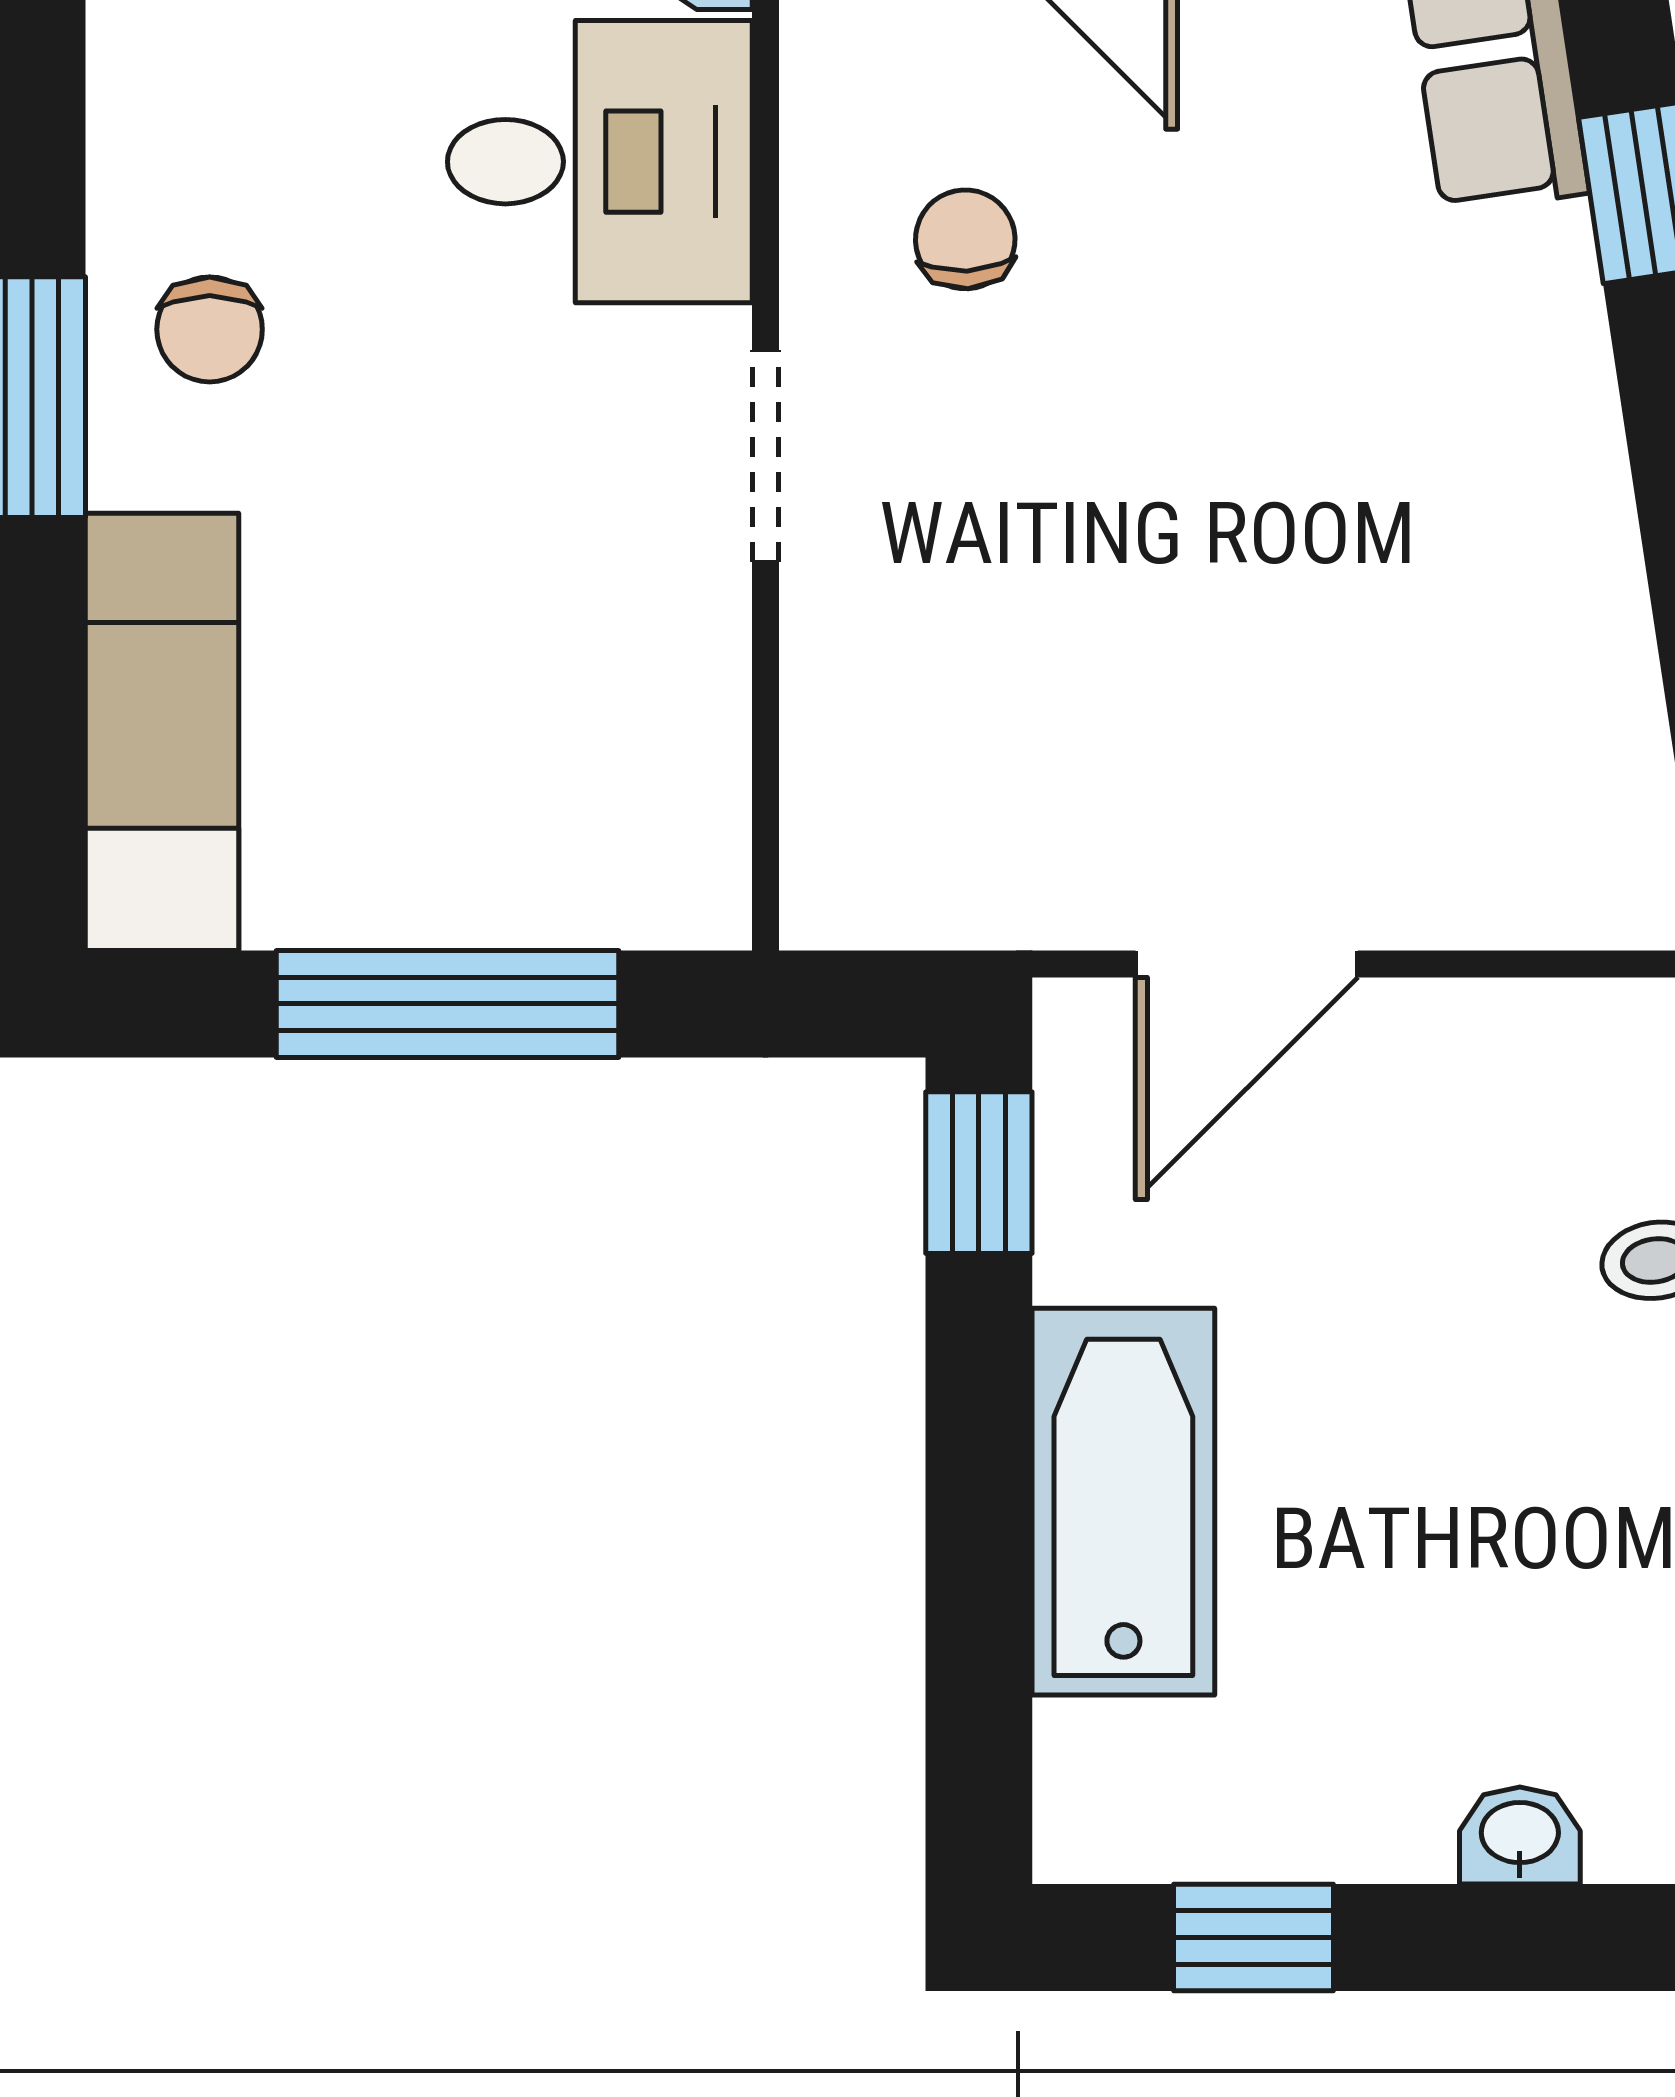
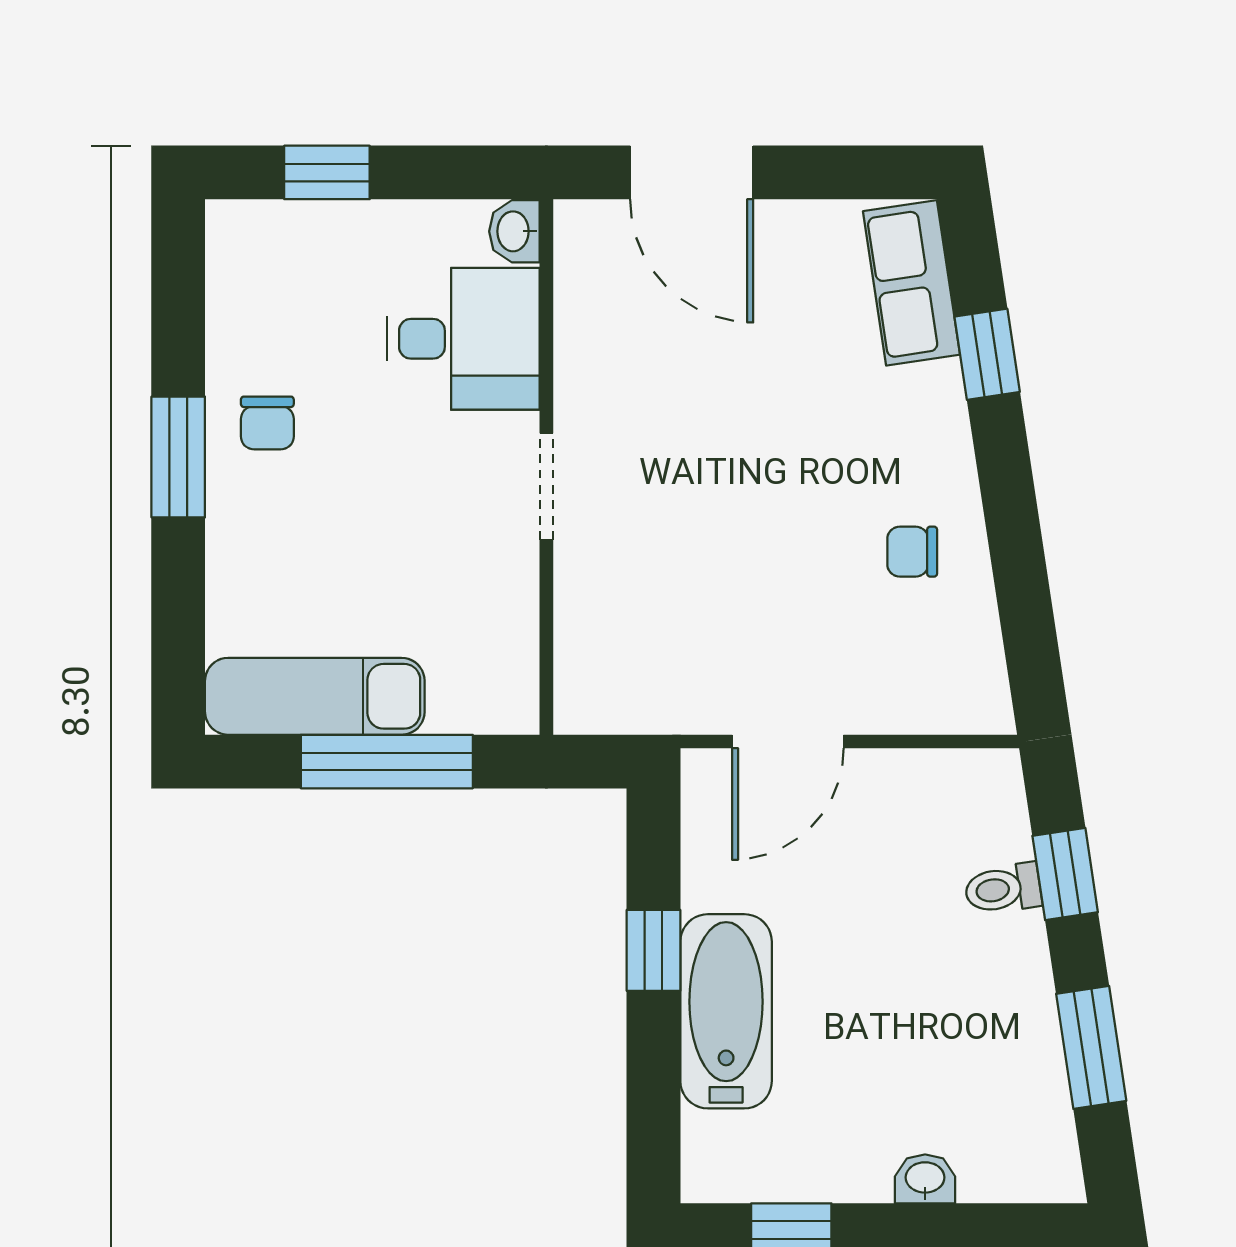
chair: (965, 239) -> (912, 552), moved, turned -87
exam couch: (162, 732) -> (315, 696), moved, turned -90
window: (979, 1173) -> (654, 950), moved

